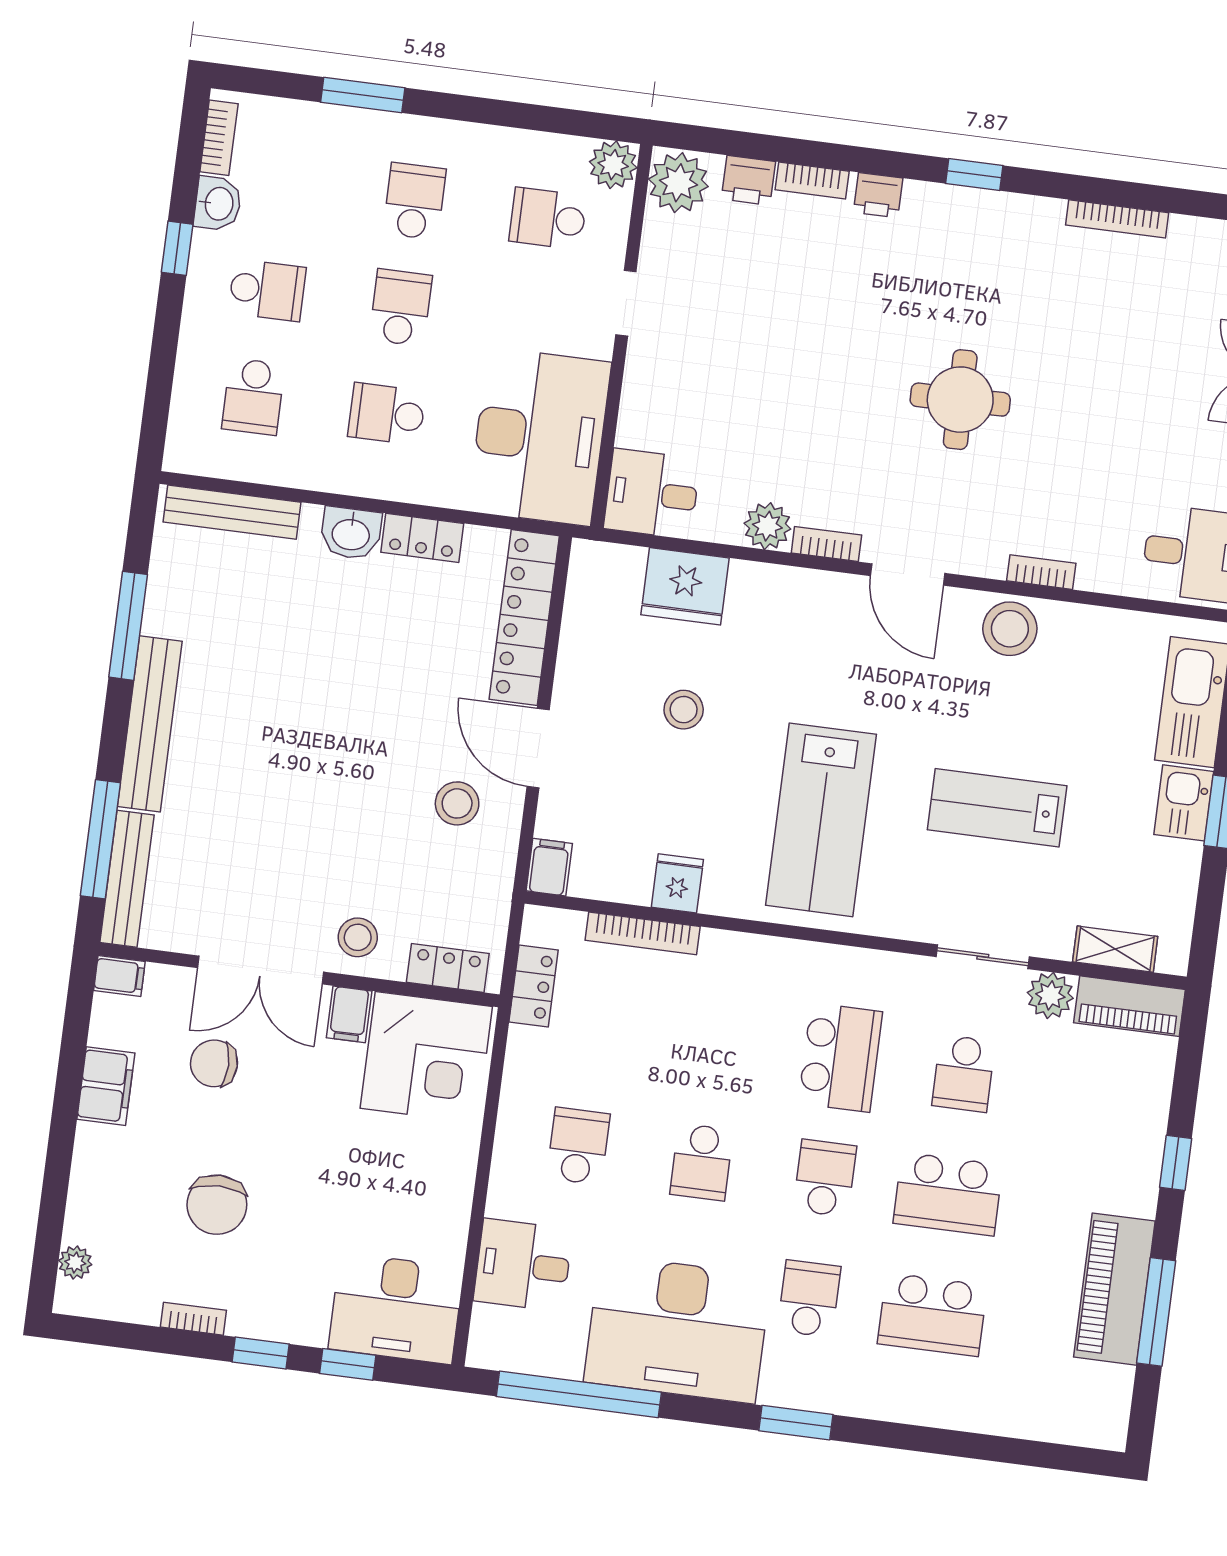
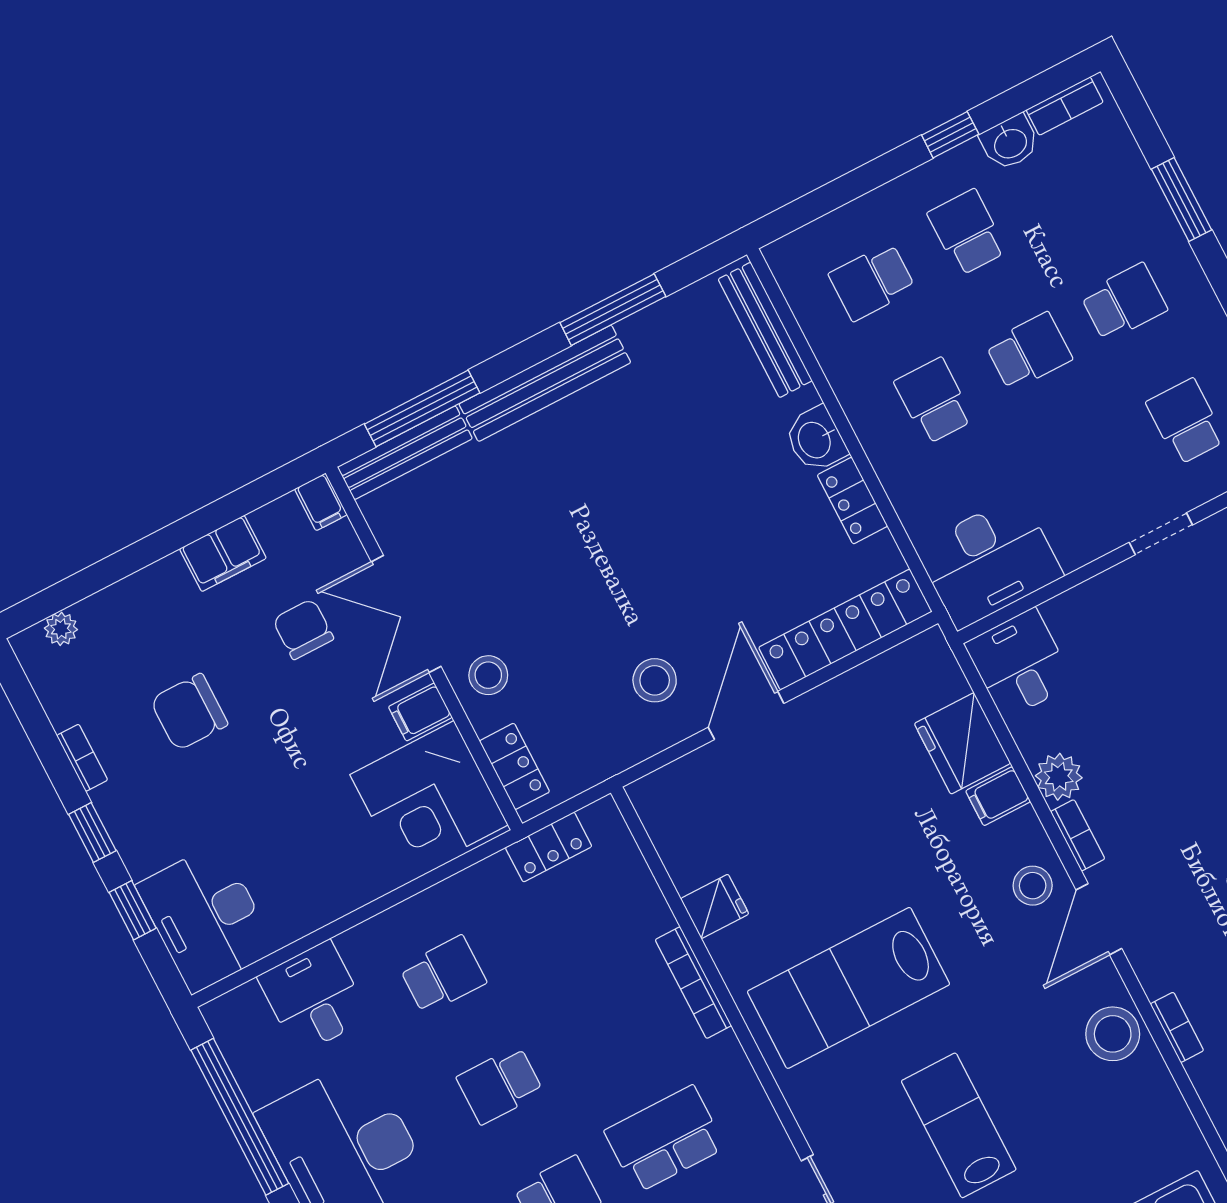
school desk: (267, 290) -> (967, 232), turned 180
desk: (539, 437) -> (989, 562), width x0.73, depth x0.77
stool: (684, 710) -> (1033, 886), moved
filing cabinet: (549, 867) -> (998, 796), moved, turned 180
bookcase: (643, 933) -> (693, 983), moved
school desk: (840, 1057) -> (665, 1139), turned 180

